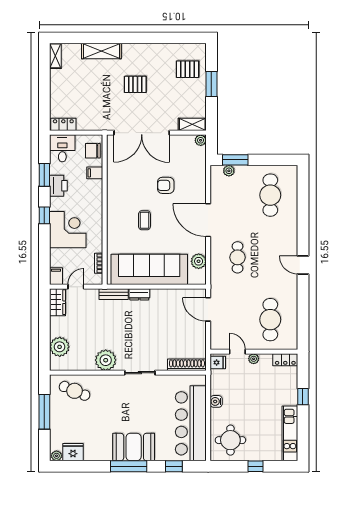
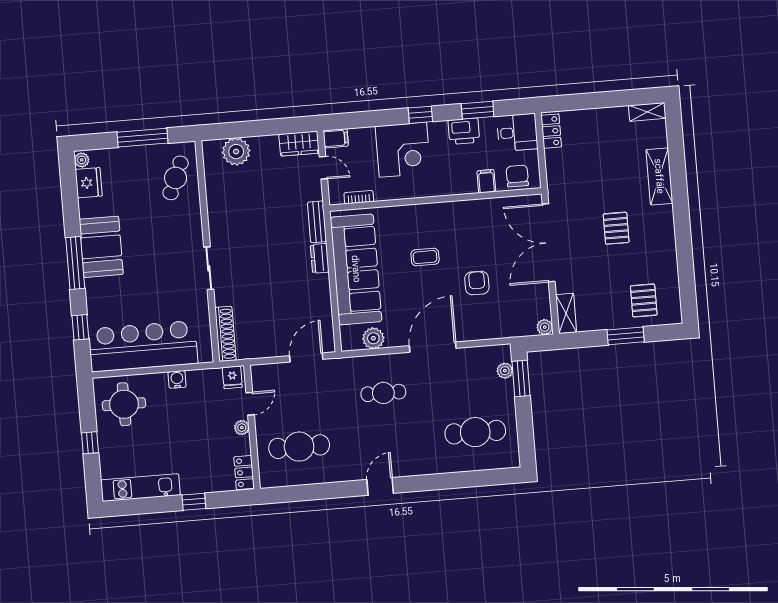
plant: (106, 360) -> (223, 218), removed
booth: (134, 447) -> (101, 247), moved

